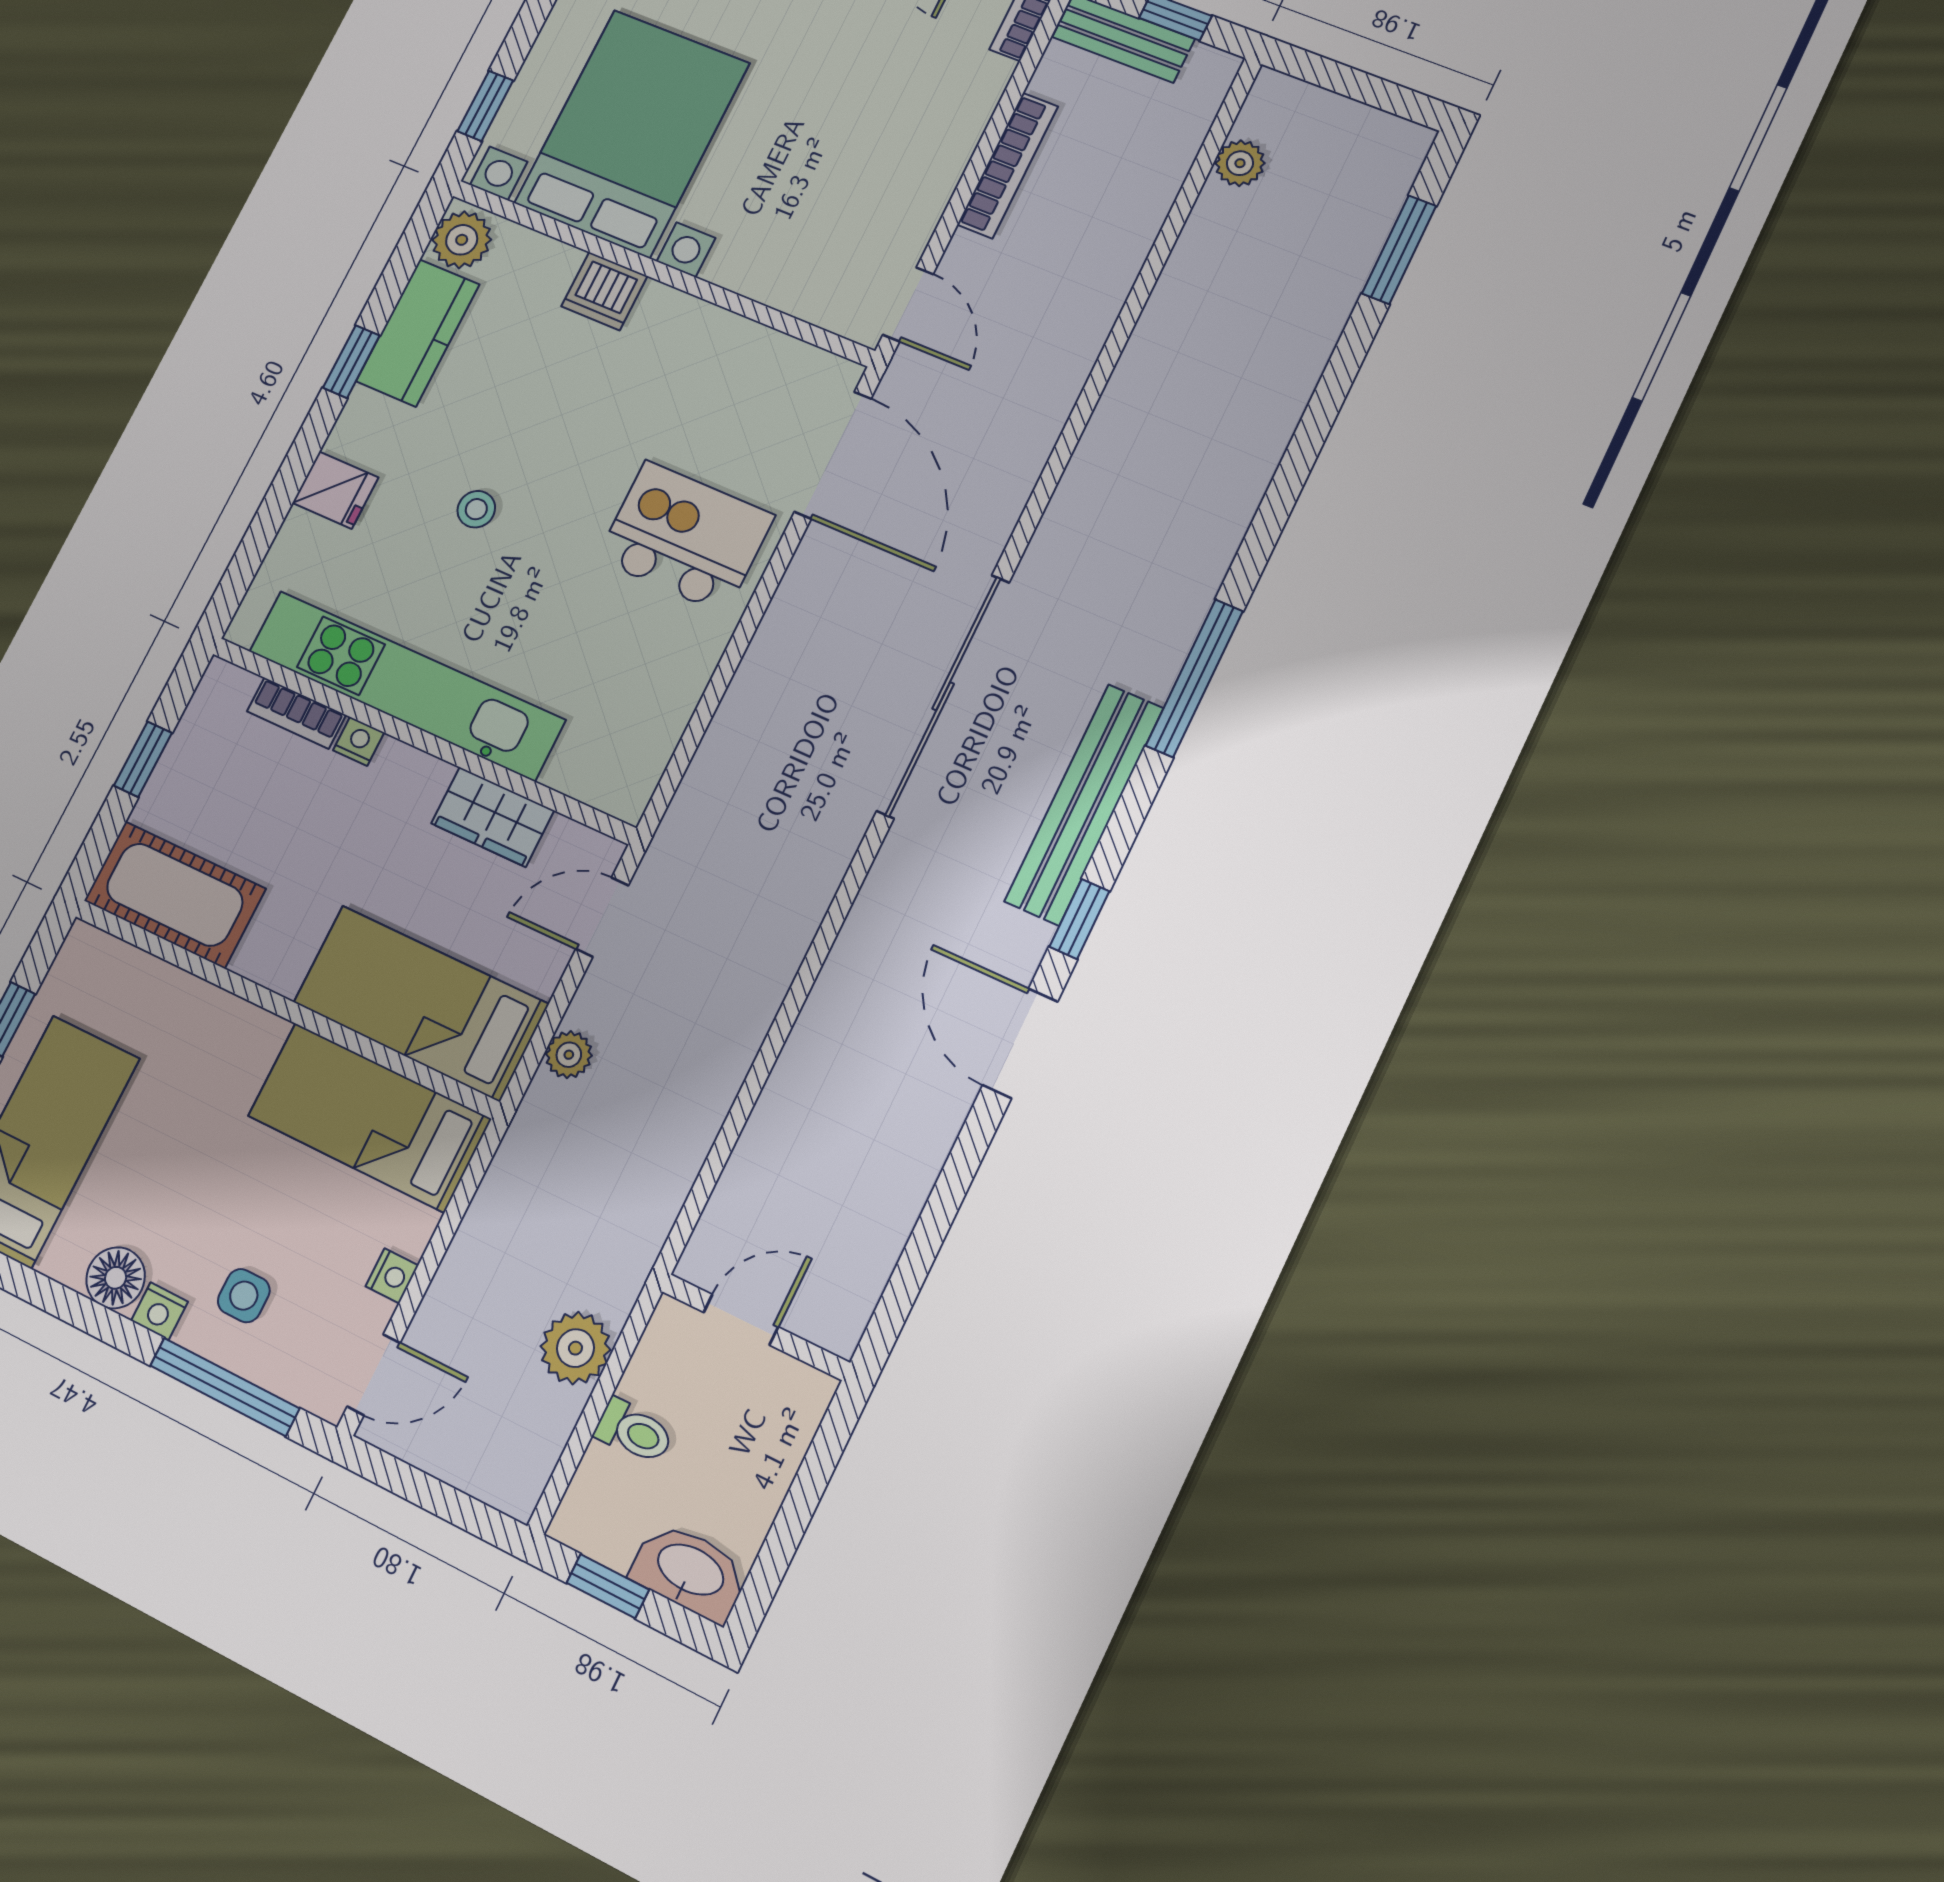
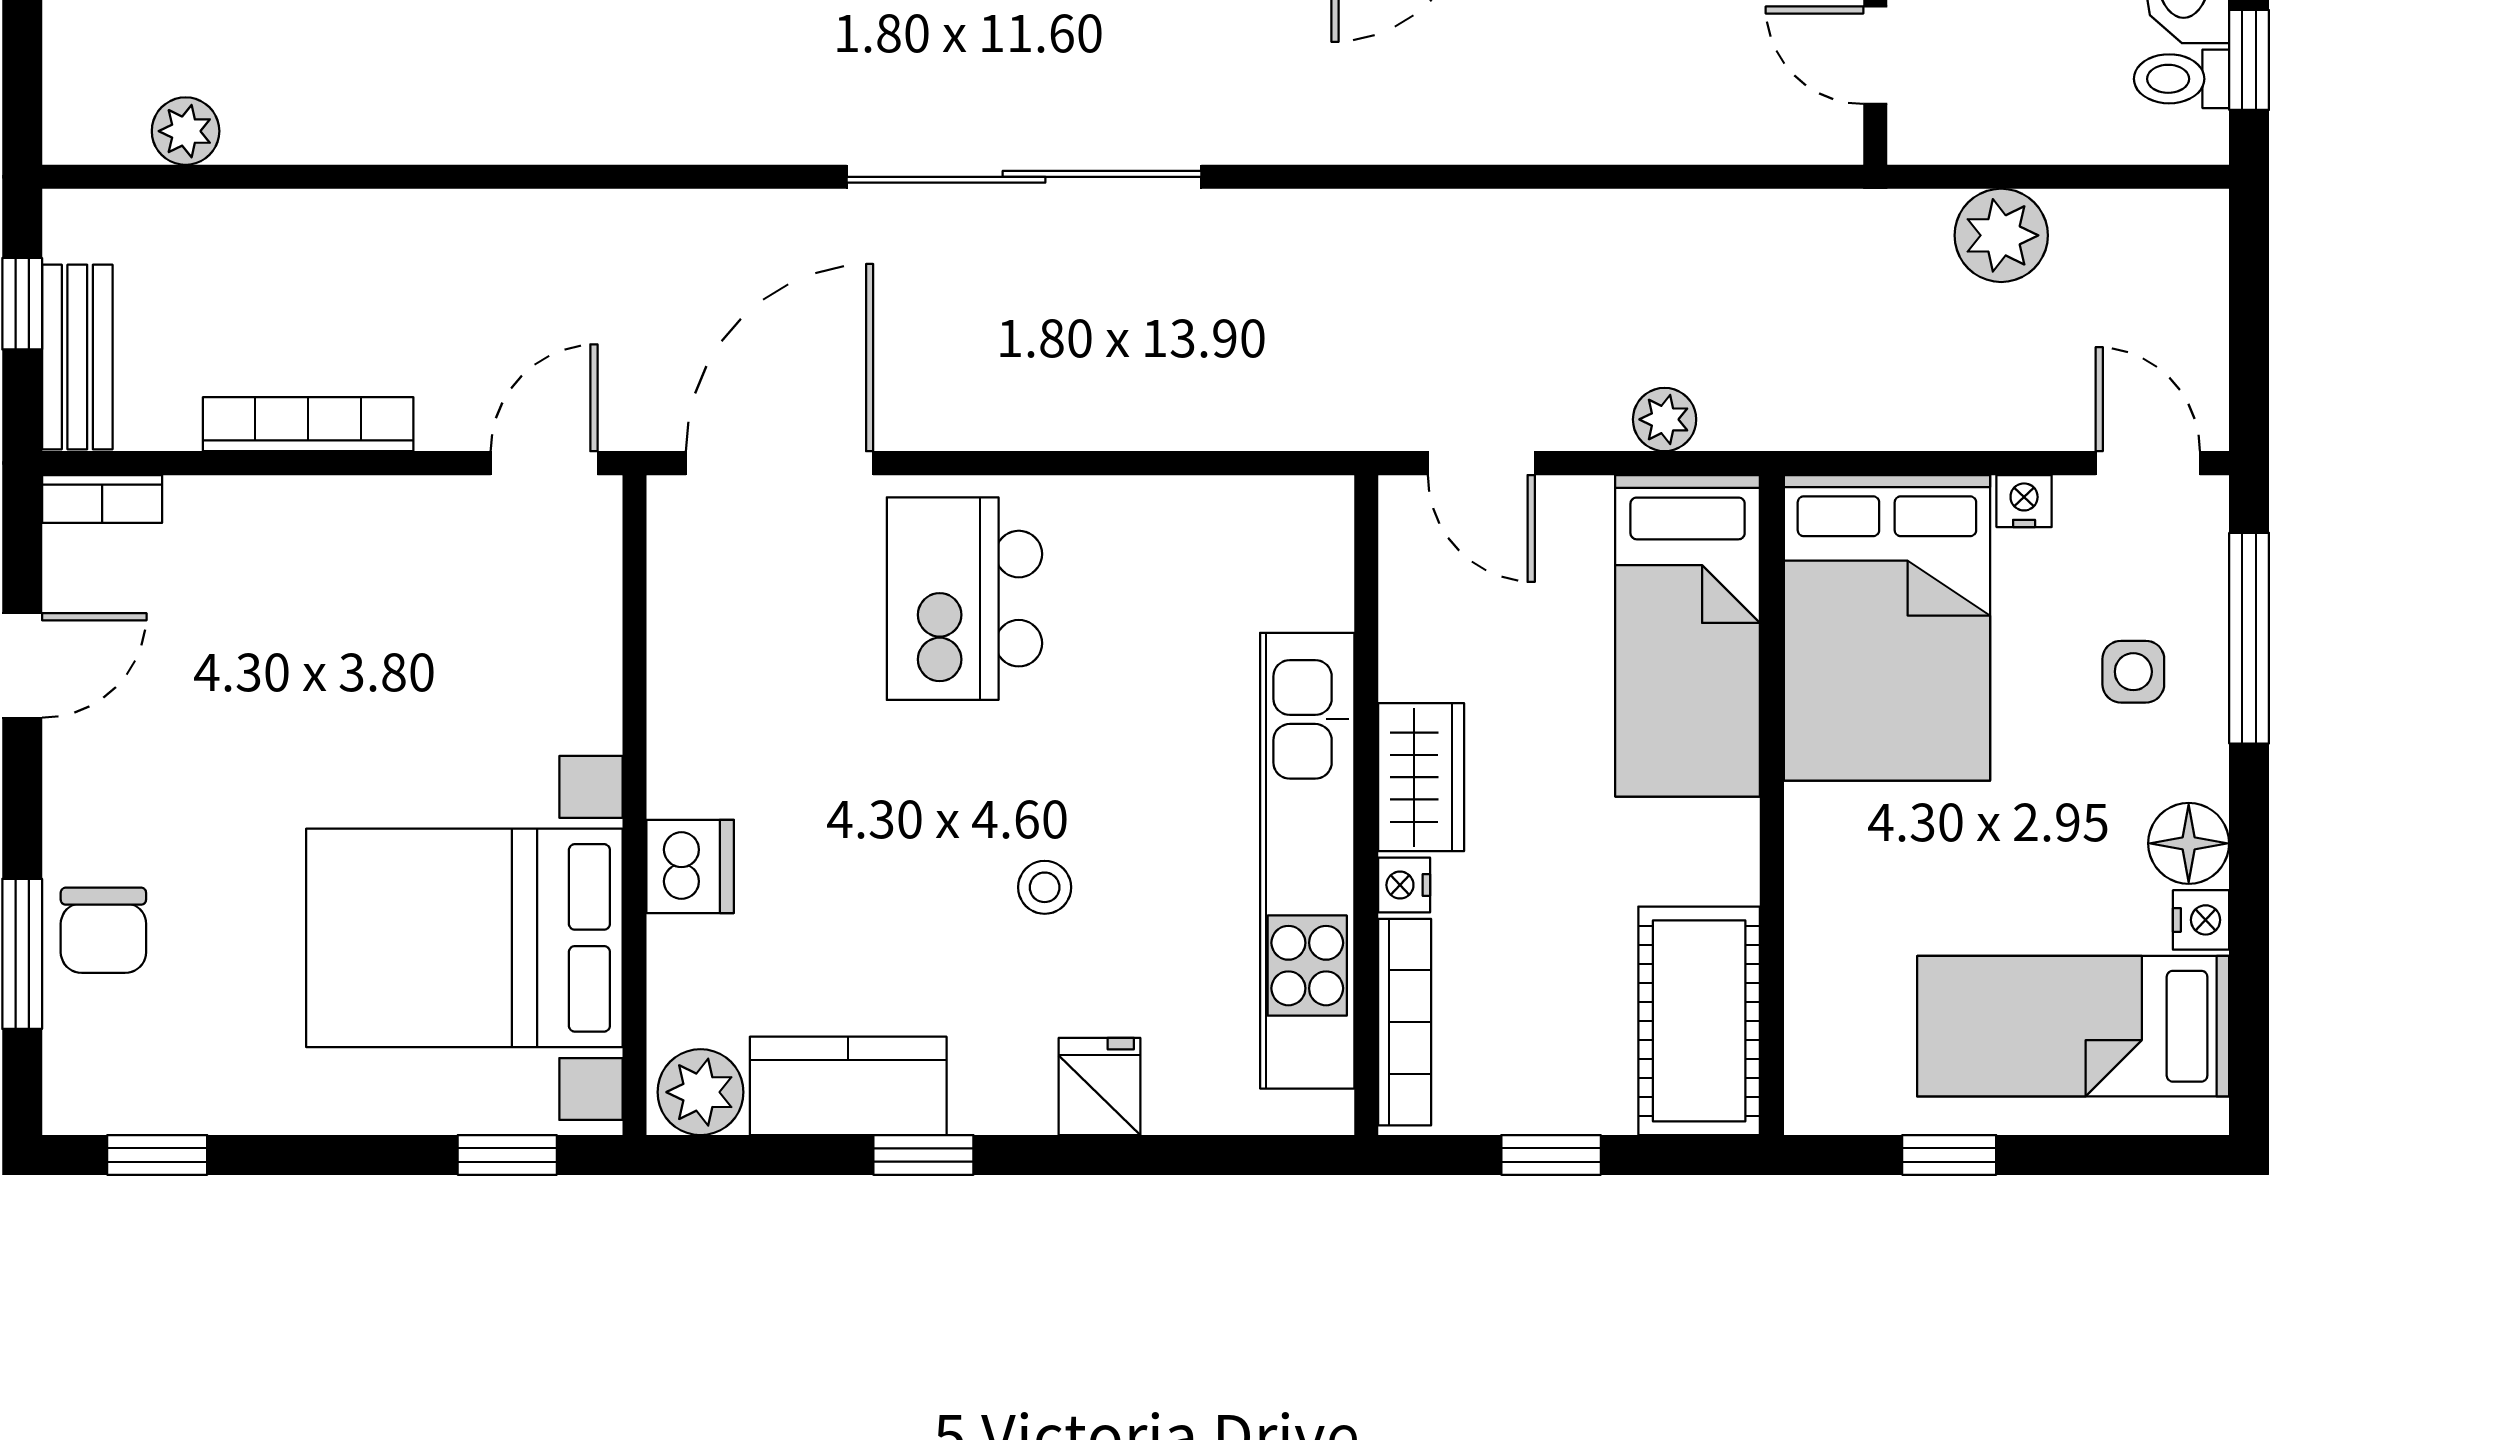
bookcase: (296, 713) -> (1405, 1022), width x1.56
wardrobe: (493, 817) -> (1421, 777), moved
bed: (369, 1117) -> (1887, 628), width x1.50
nightstand: (159, 1311) -> (2201, 920), moved
toilet: (634, 1432) -> (2181, 79), moved, turned -90

